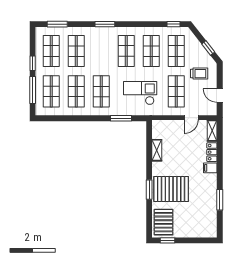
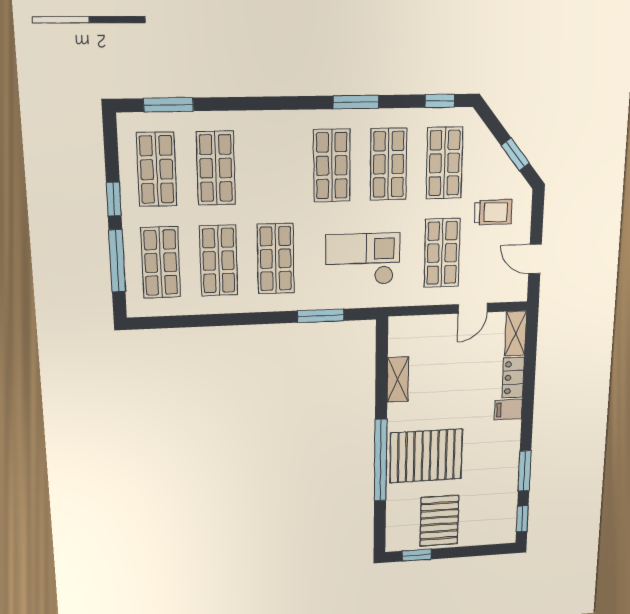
window: (105, 24) -> (356, 102), moved
window: (149, 190) -> (381, 460), width x2.11
pallet: (163, 222) -> (439, 521), moved
window: (220, 225) -> (522, 519), added

